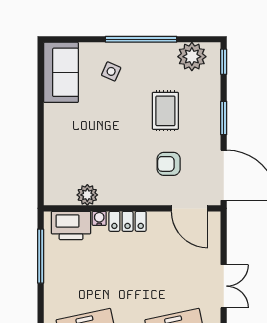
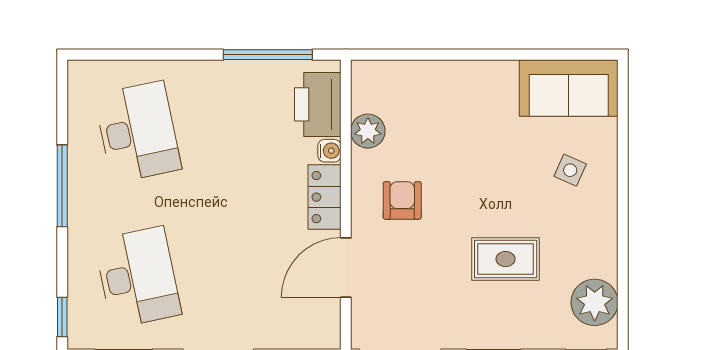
window: (141, 39) -> (623, 219), removed
armchair: (169, 164) -> (402, 200), moved
door: (190, 208) -> (346, 268), moved

